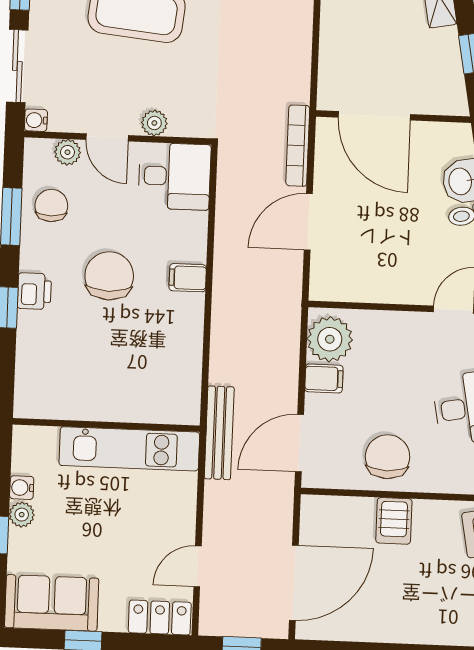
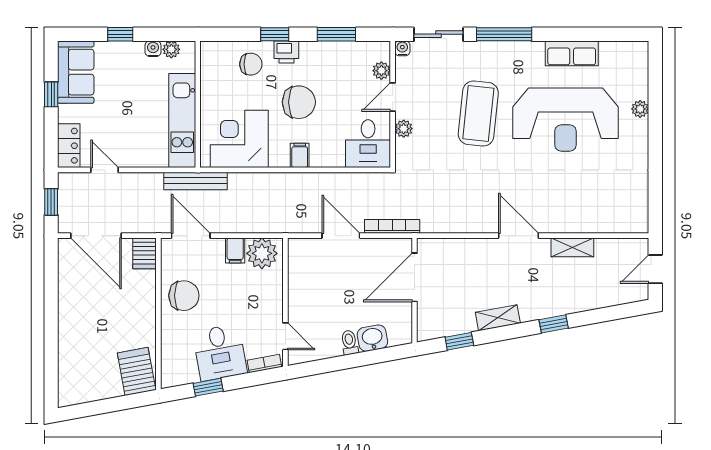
chair: (51, 206) -> (251, 64), moved
corner desk: (160, 366) -> (239, 139), added
plant: (22, 515) -> (171, 49), moved
server rack: (394, 521) -> (144, 253), moved, turned -90

